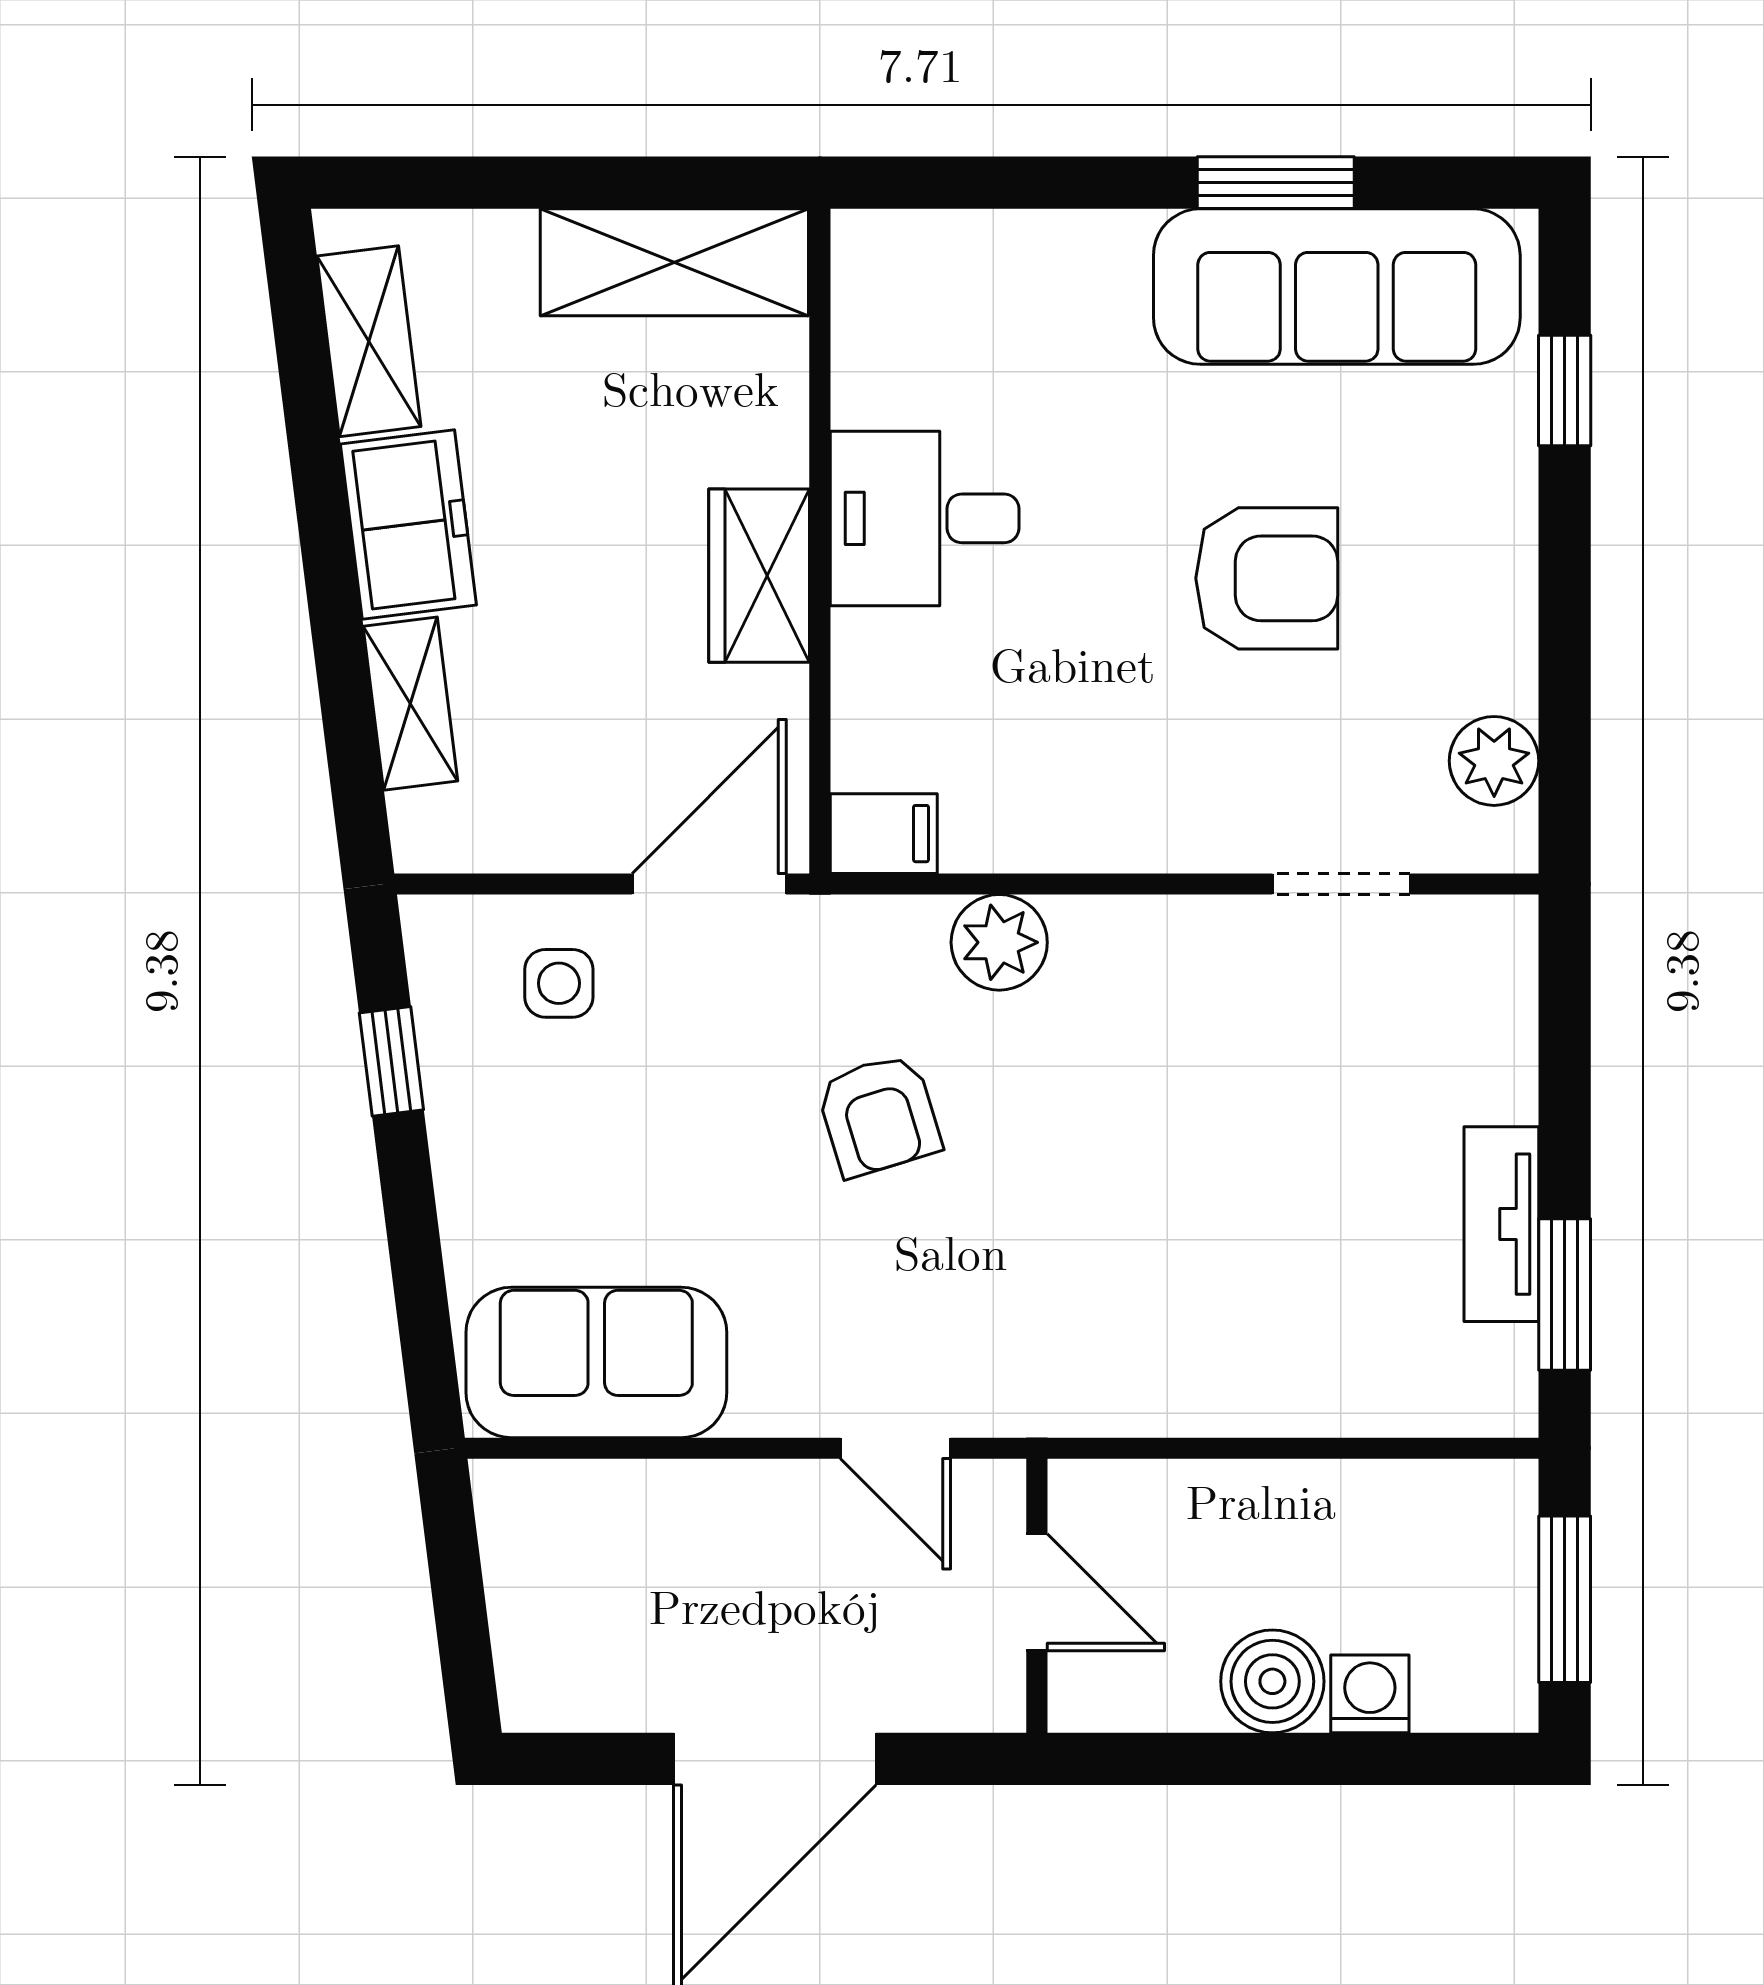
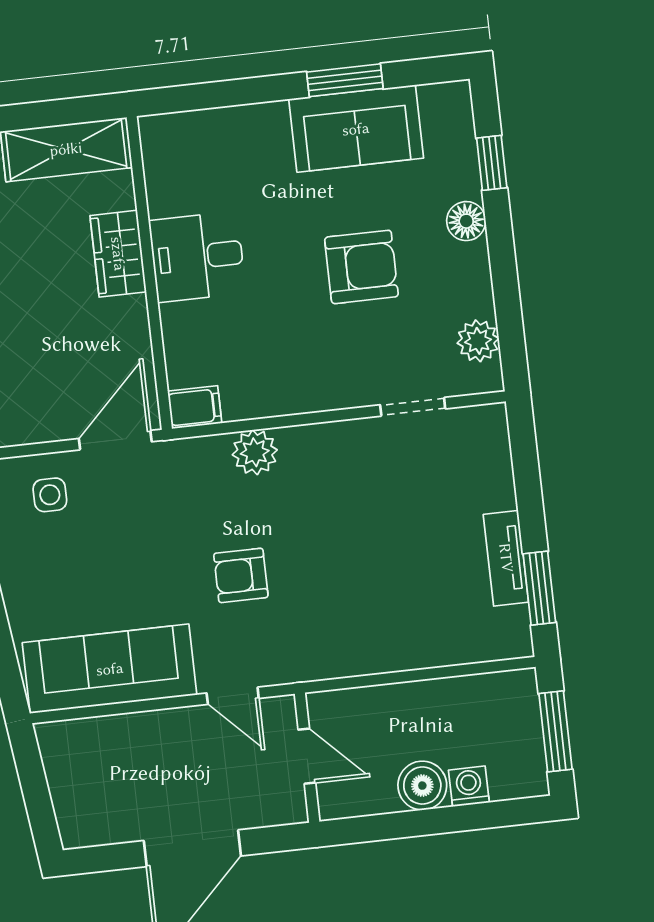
sofa: (1337, 287) -> (356, 129), width x0.73
floor lamp: (1497, 507) -> (466, 221), added
wardrobe: (759, 576) -> (118, 254), moved
armchair: (879, 1115) -> (241, 575), moved, turned 107
sofa: (596, 1362) -> (110, 669), width x1.36

